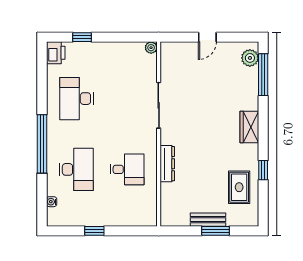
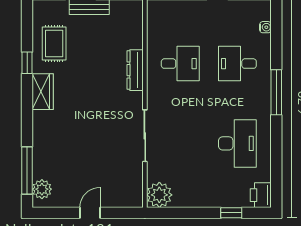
plant: (151, 48) -> (159, 195), width x1.88, depth x1.88
wardrobe: (249, 127) -> (43, 92), moved
window: (42, 144) -> (276, 92), width x0.68
desk: (76, 169) -> (237, 64), width x0.73
desk: (127, 169) -> (180, 64), turned 180

